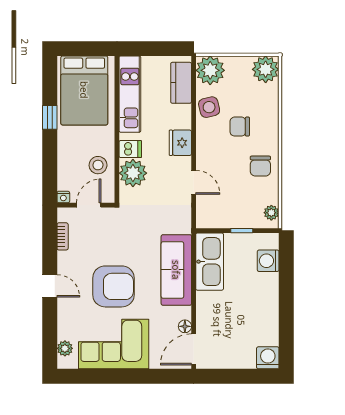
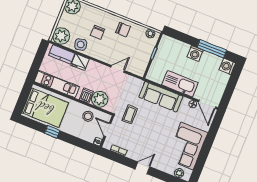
fridge: (180, 143) -> (80, 62), moved
coffee table: (128, 231) -> (130, 114), added
washing machine: (268, 261) -> (195, 53), moved
kitchen sink: (210, 262) -> (180, 84), moved
armchair: (113, 286) -> (156, 134), removed
window: (286, 321) -> (212, 49), added

